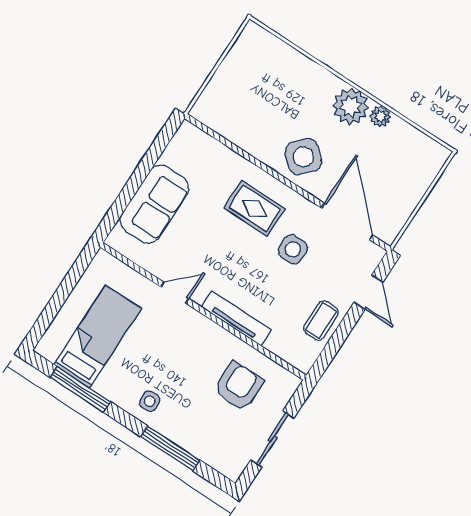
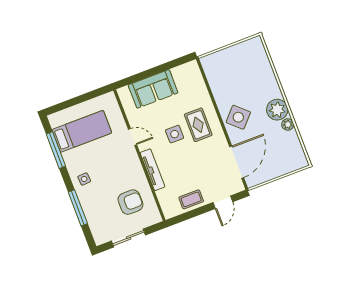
side table: (293, 249) -> (175, 134), moved

